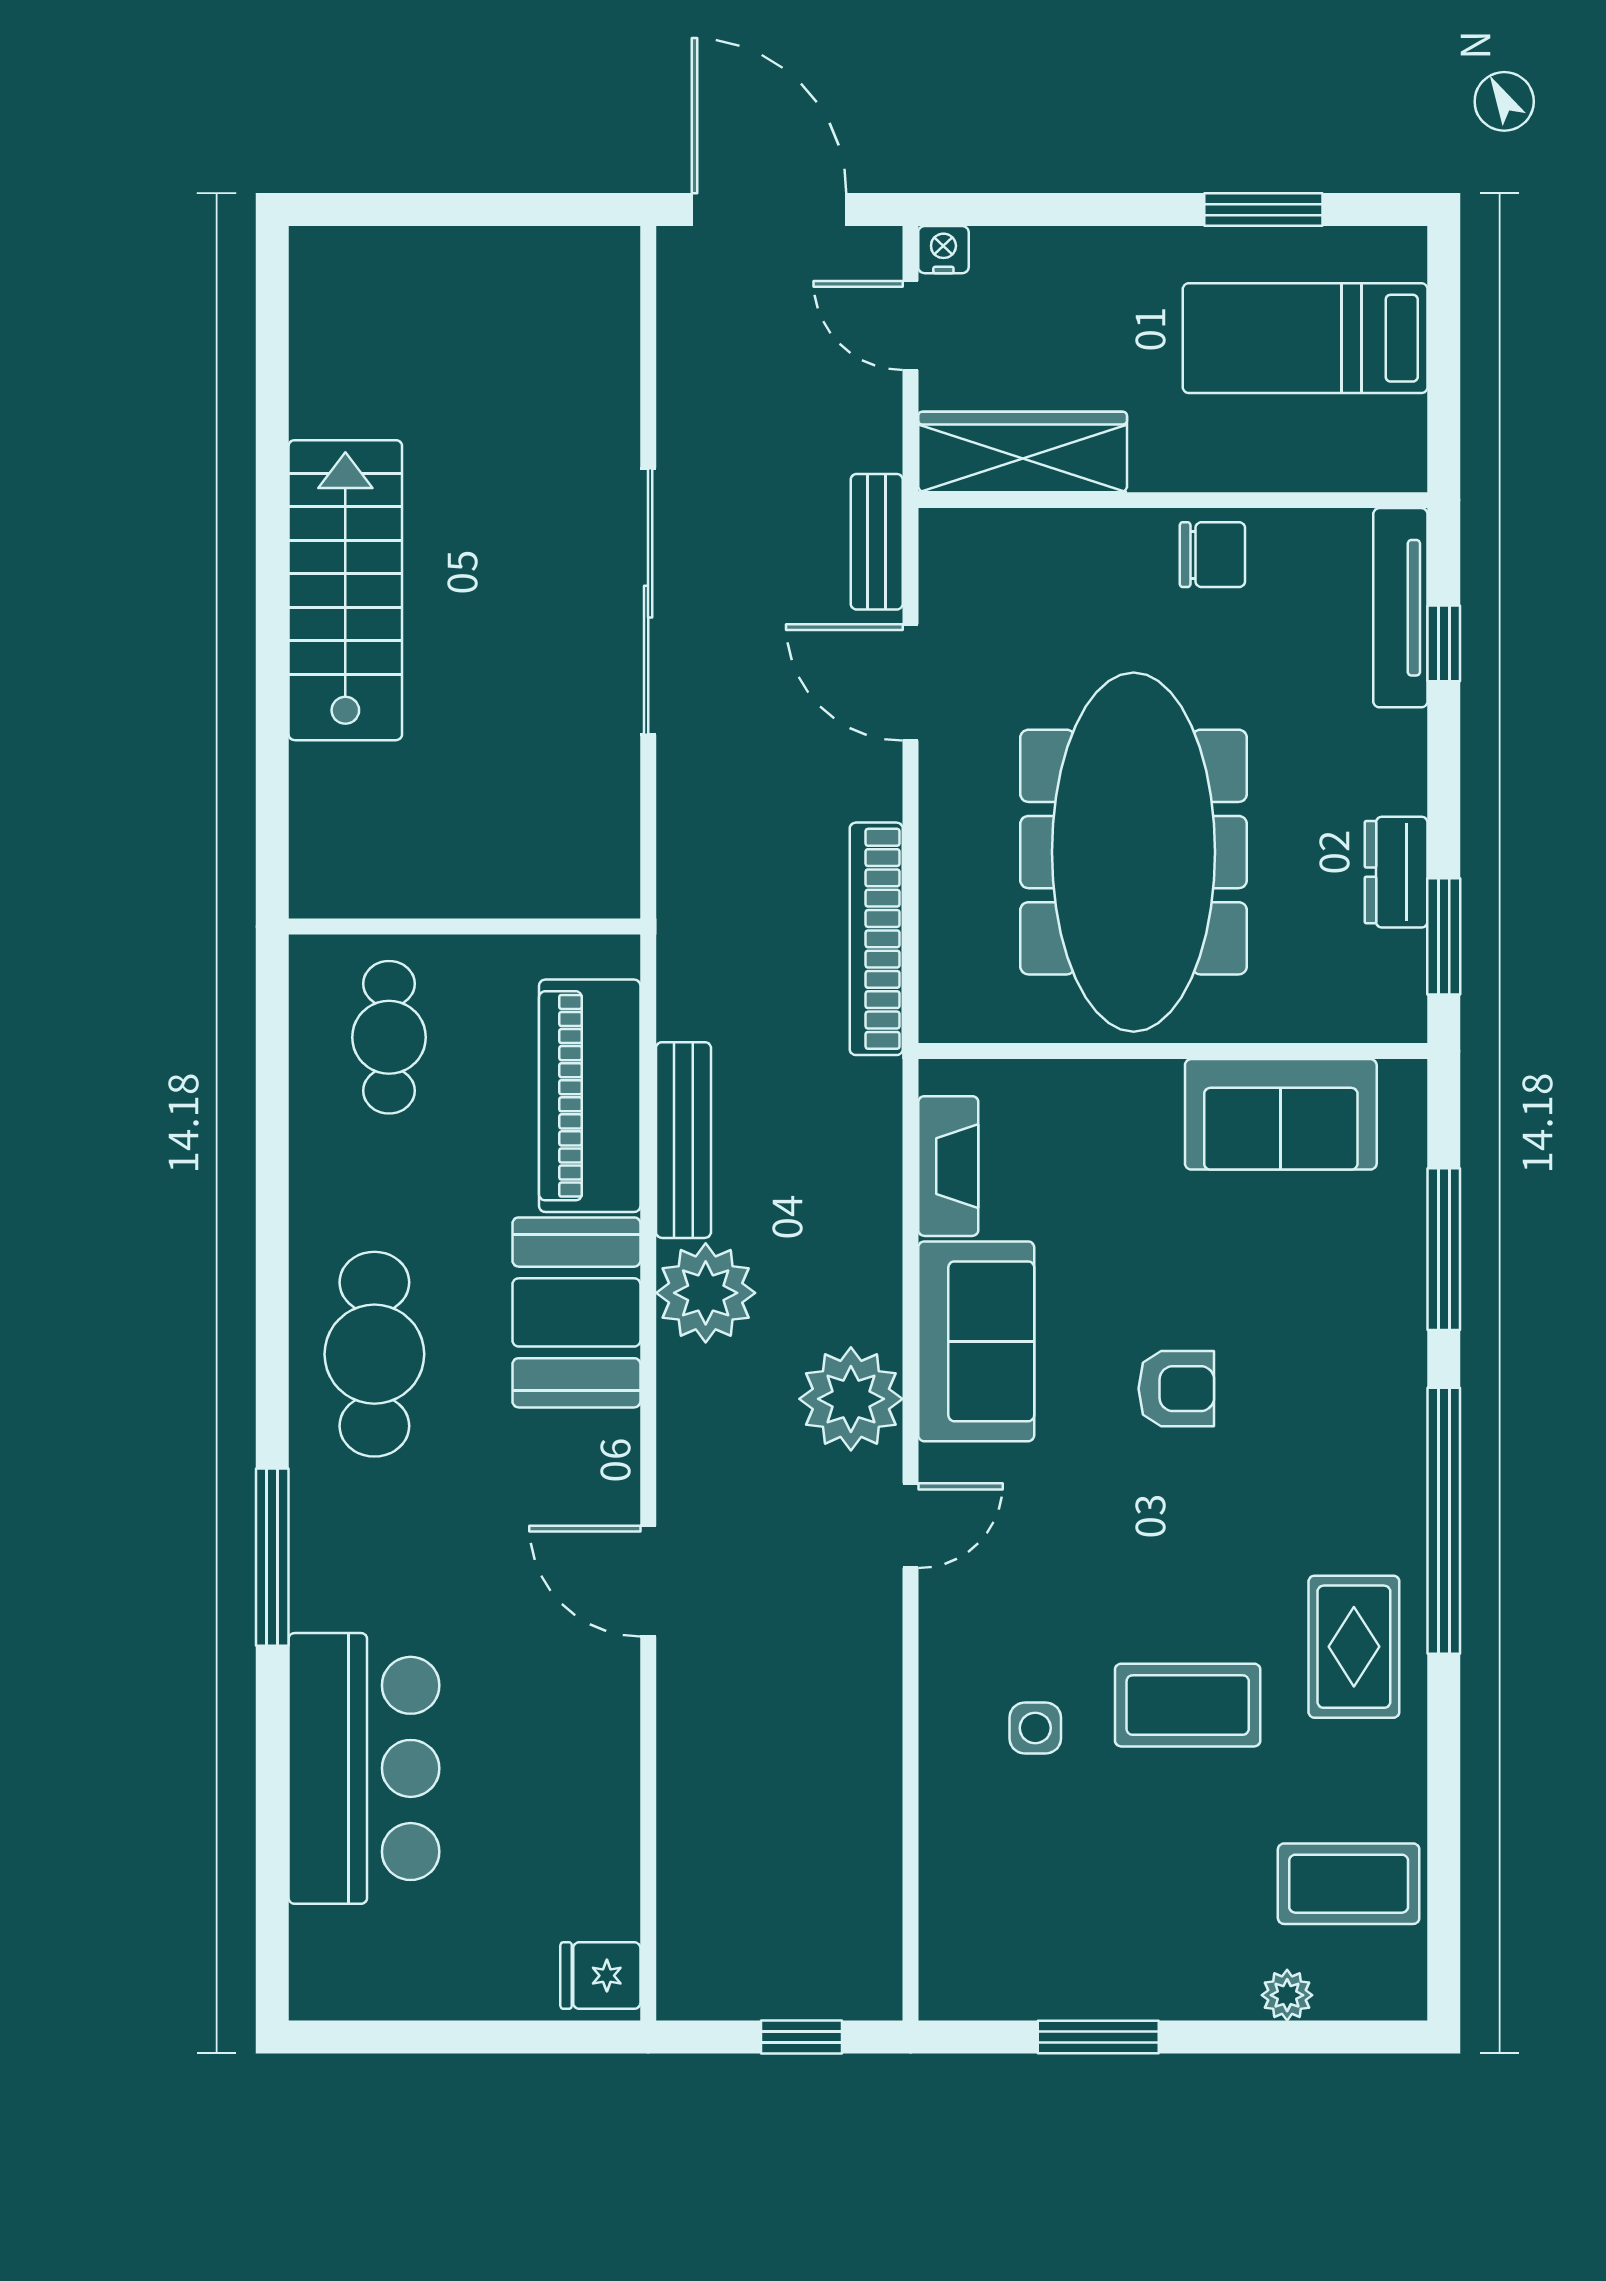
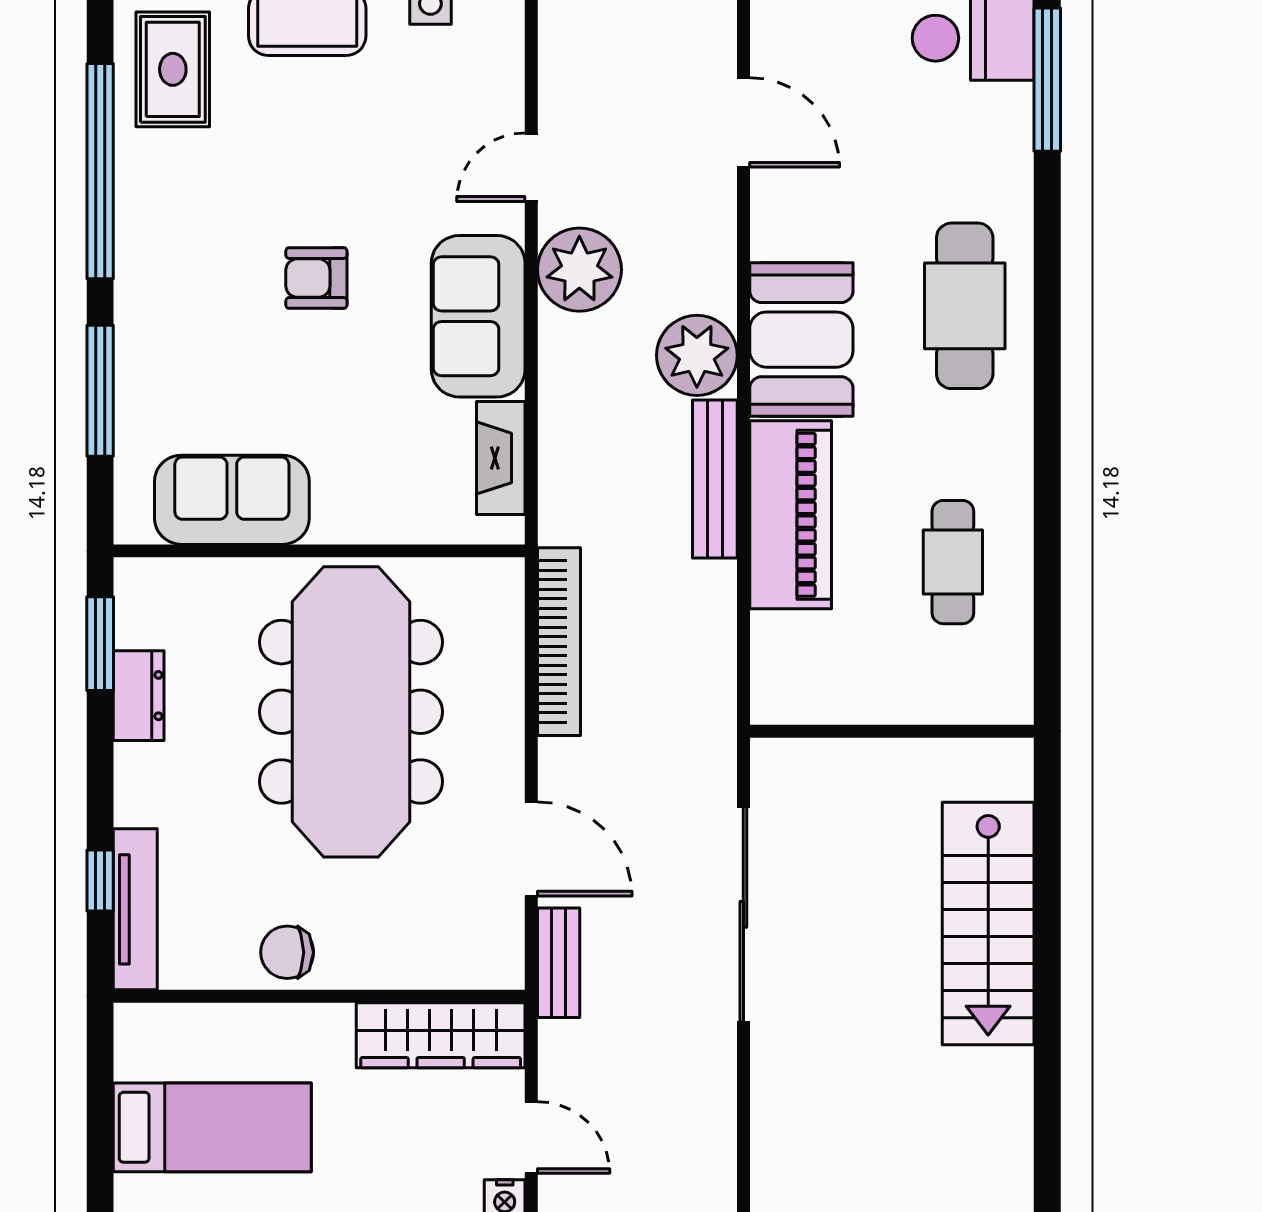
wall: (464, 926) -> (892, 731), moved
window: (272, 1557) -> (1047, 80), moved

